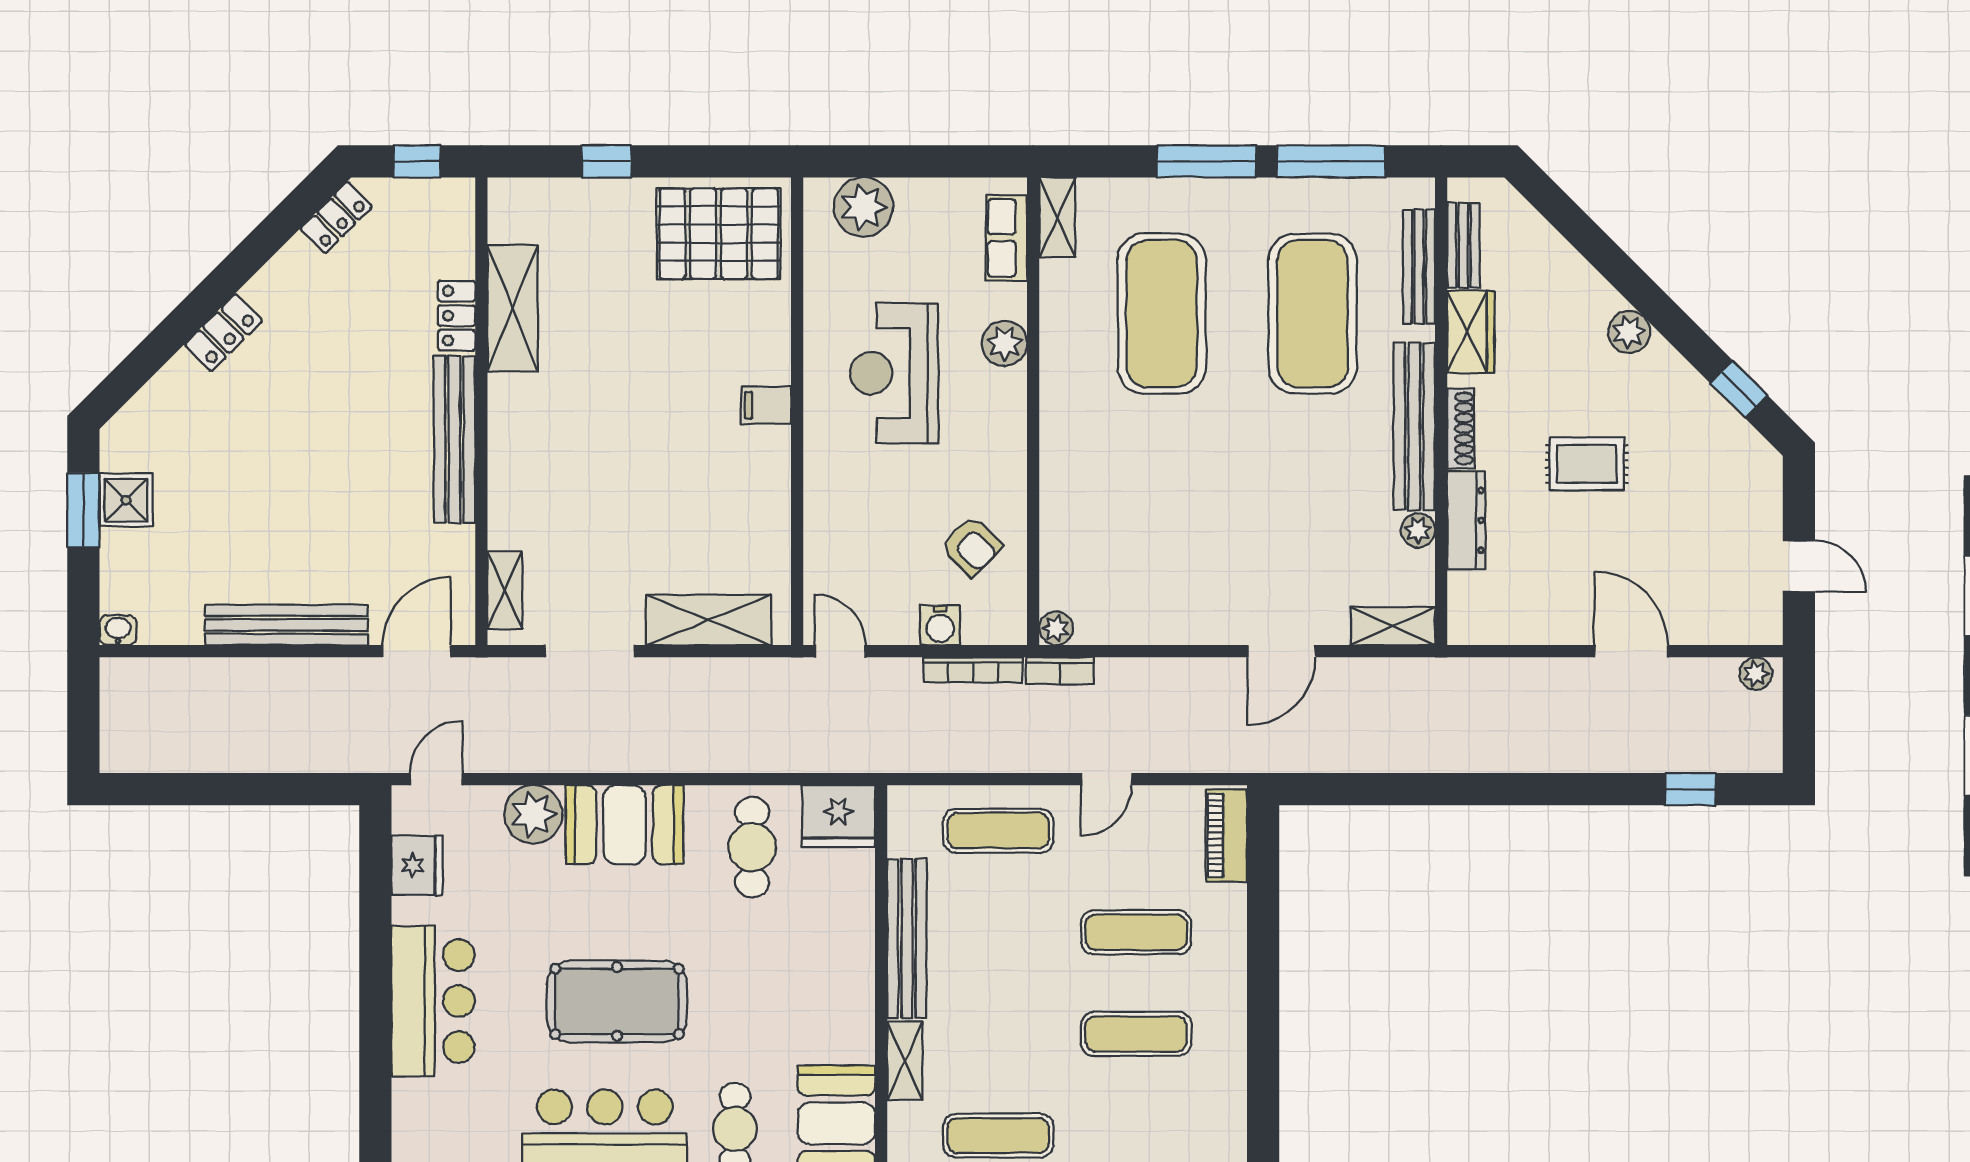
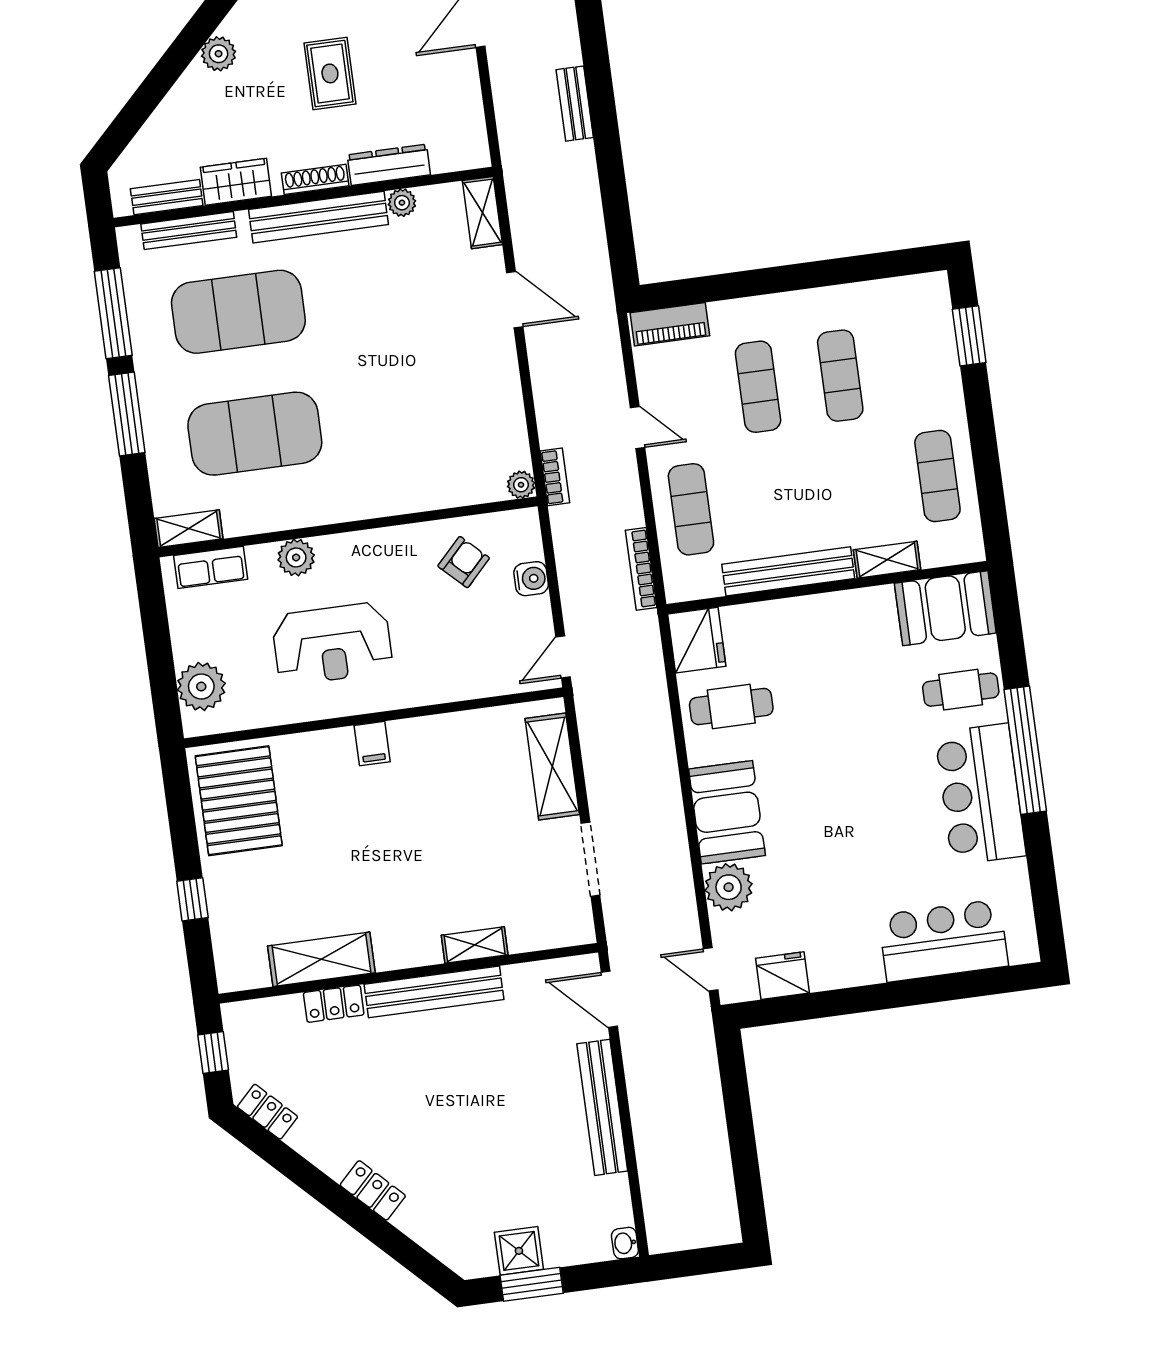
shelving: (505, 590) -> (475, 945), moved
bookcase: (973, 670) -> (641, 569), moved, turned 180
bench: (1510, 756) -> (575, 104), added
bar counter: (433, 1001) -> (943, 941), moved
pool table: (617, 1001) -> (871, 799), removed

